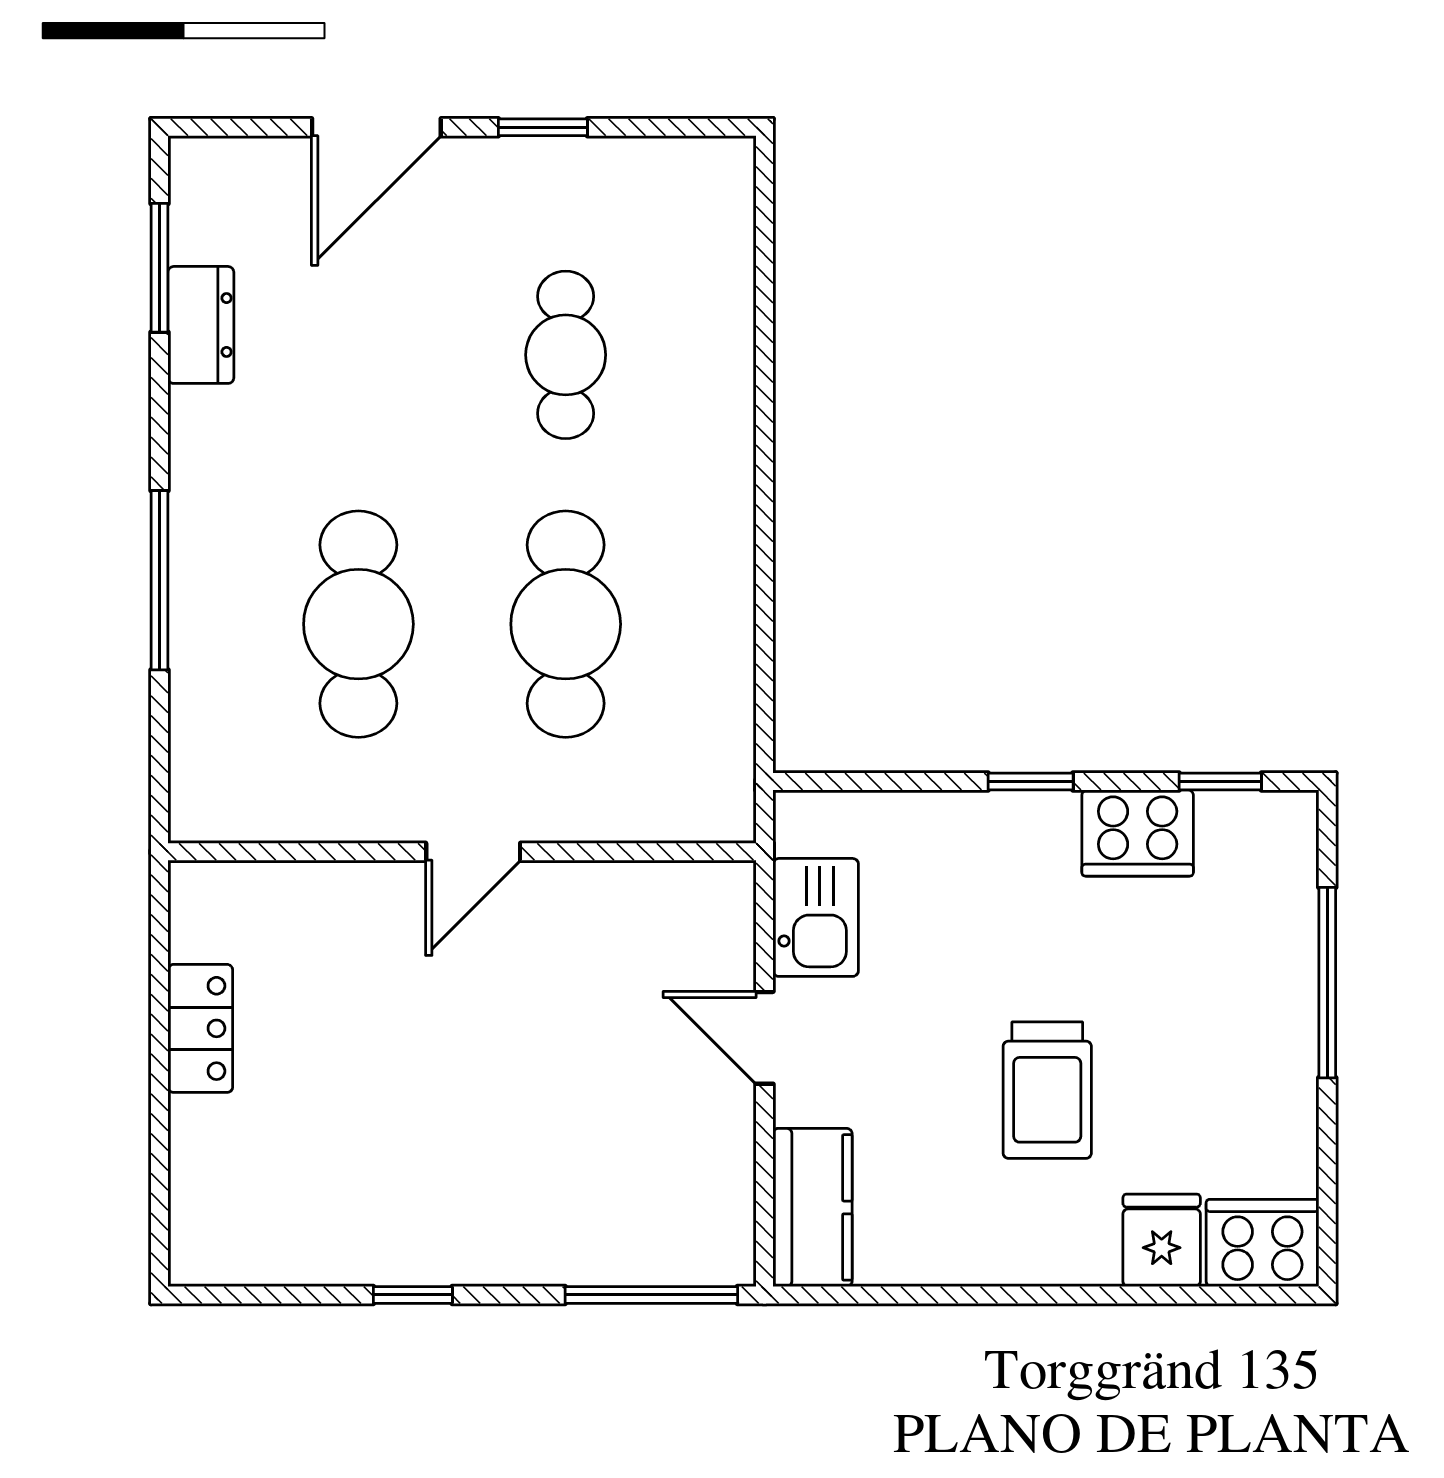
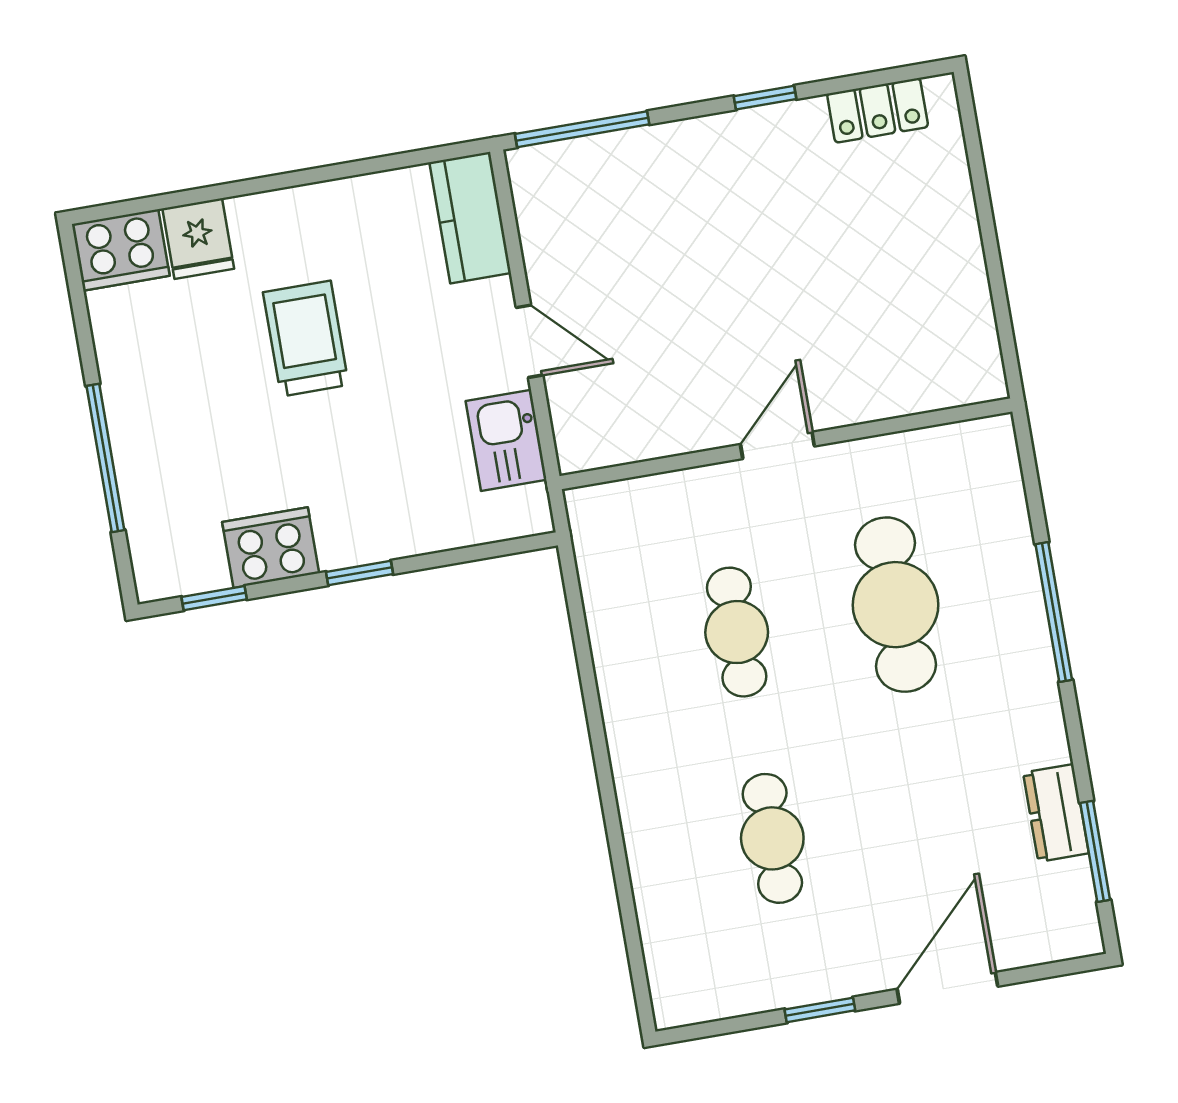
cafe table: (566, 624) -> (737, 632), width x0.73, depth x0.74
locker: (200, 1028) -> (878, 110), moved, turned -90

